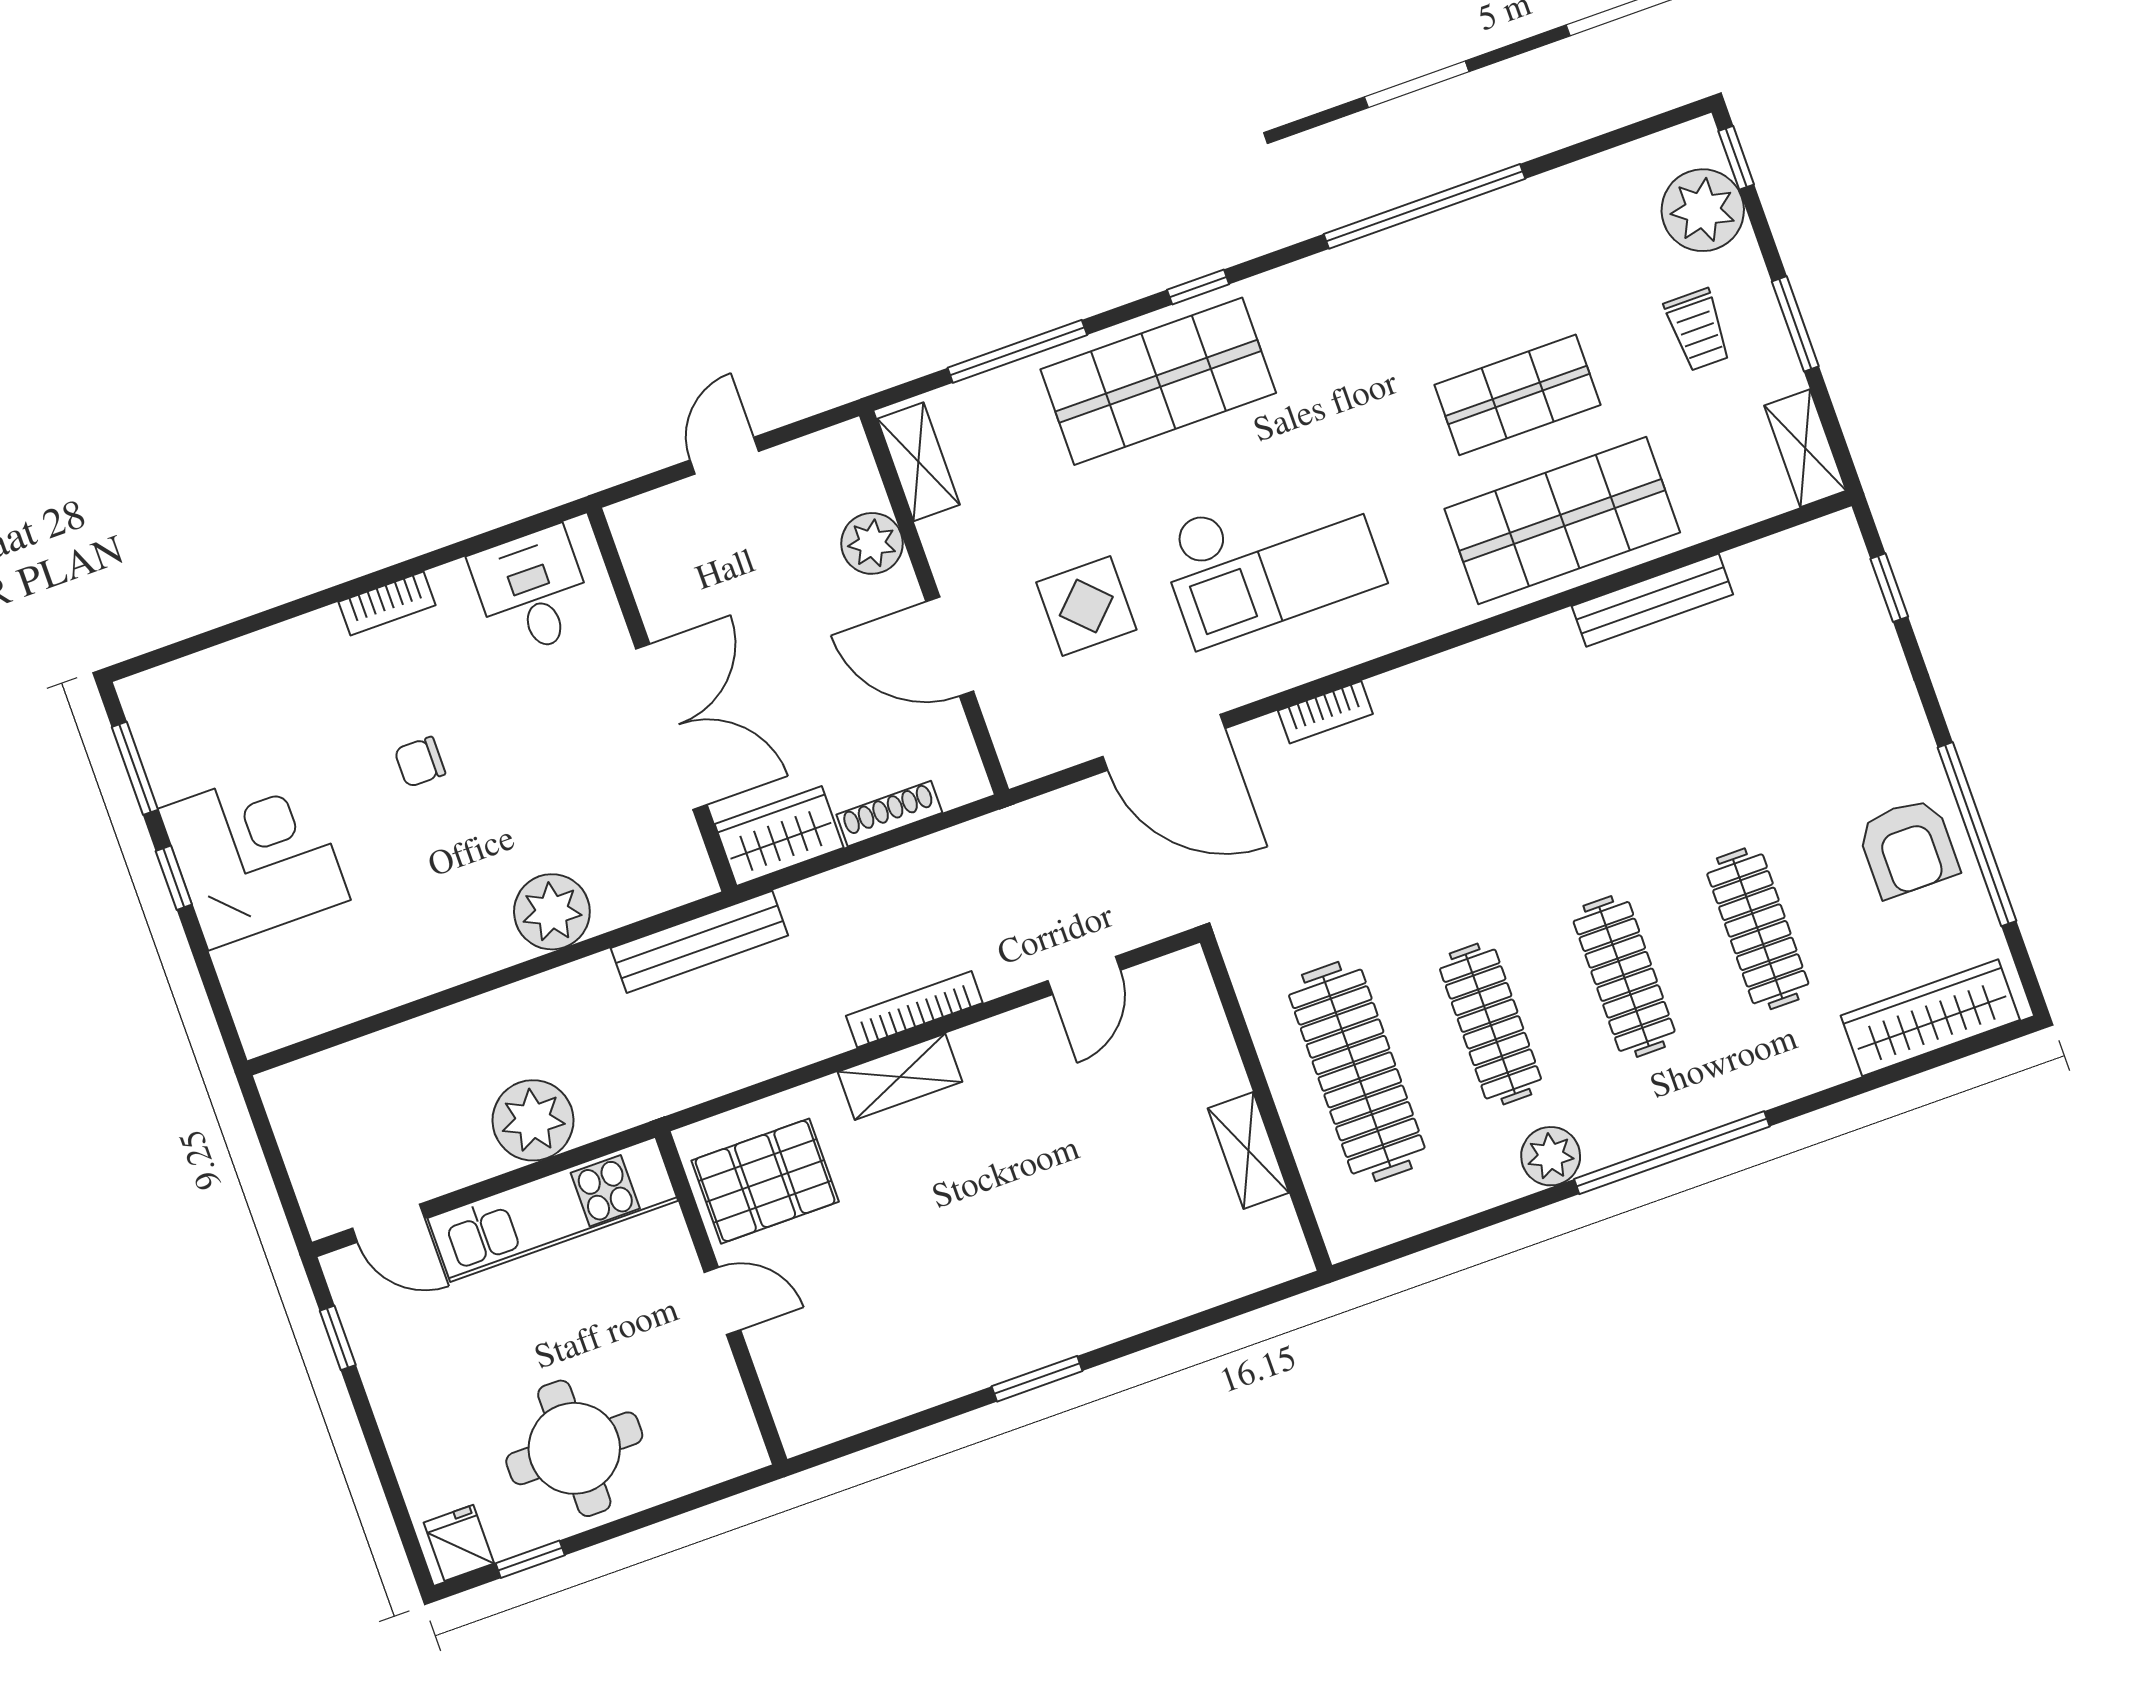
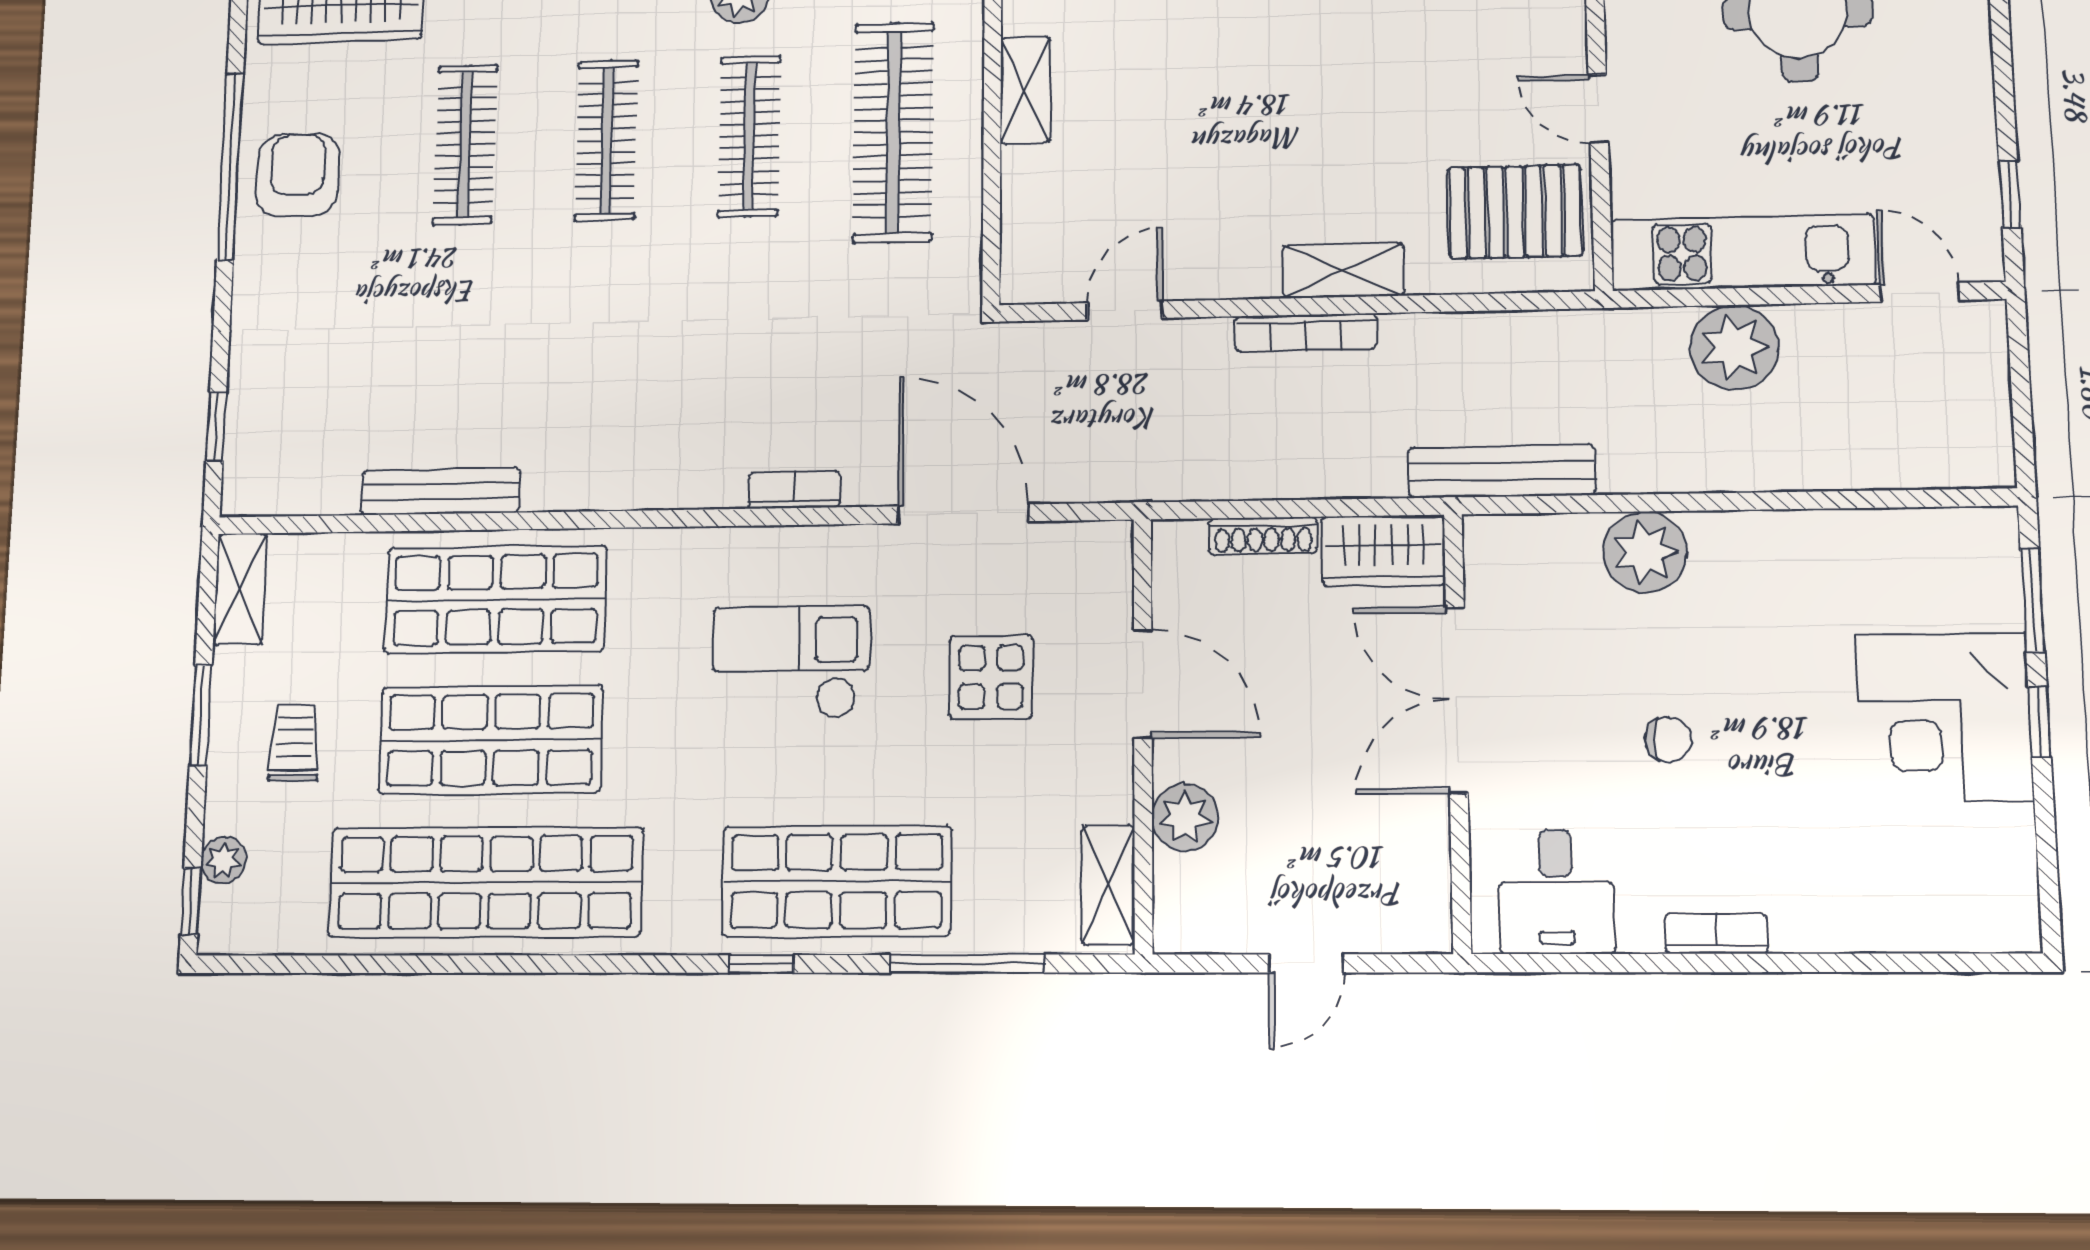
window: (1425, 206) -> (508, 964), removed
plant: (1703, 210) -> (223, 860), width x0.53, depth x0.53
shop shelf: (1473, 269) -> (485, 882), added
shop shelf: (1518, 395) -> (491, 740), width x1.43, depth x1.36
checkout: (1271, 558) -> (791, 662), width x0.73, depth x0.83
chair: (420, 762) -> (1668, 740), moved
window: (135, 768) -> (2033, 600), moved

